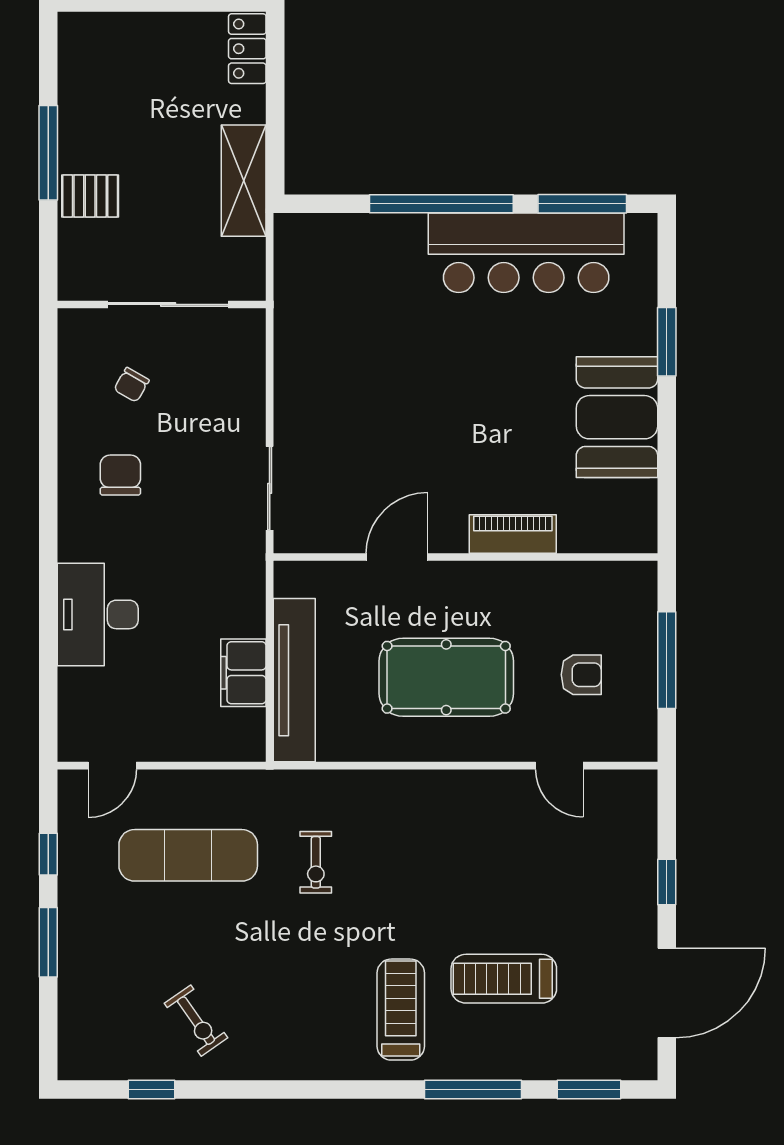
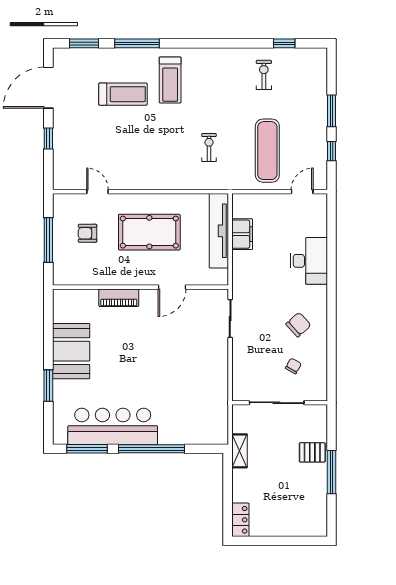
shelving: (244, 181) -> (239, 451), width x0.67, depth x0.75
chair: (120, 475) -> (298, 325), turned -132
exercise mat: (188, 855) -> (267, 151), turned 90
exercise bike: (196, 1021) -> (264, 75), turned 35

